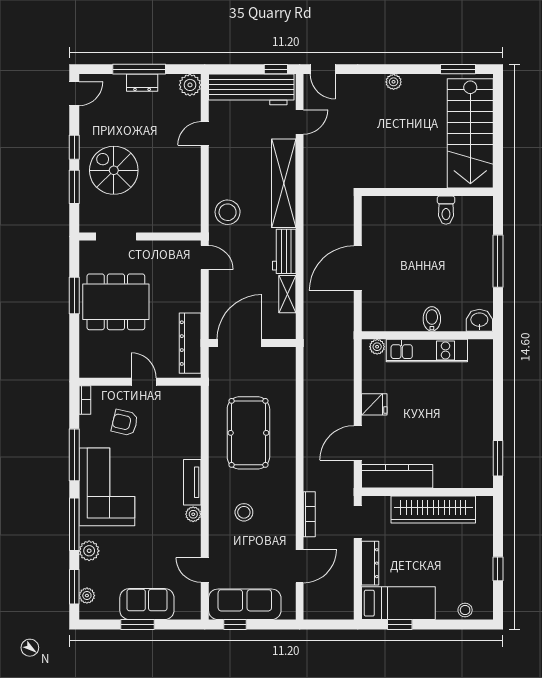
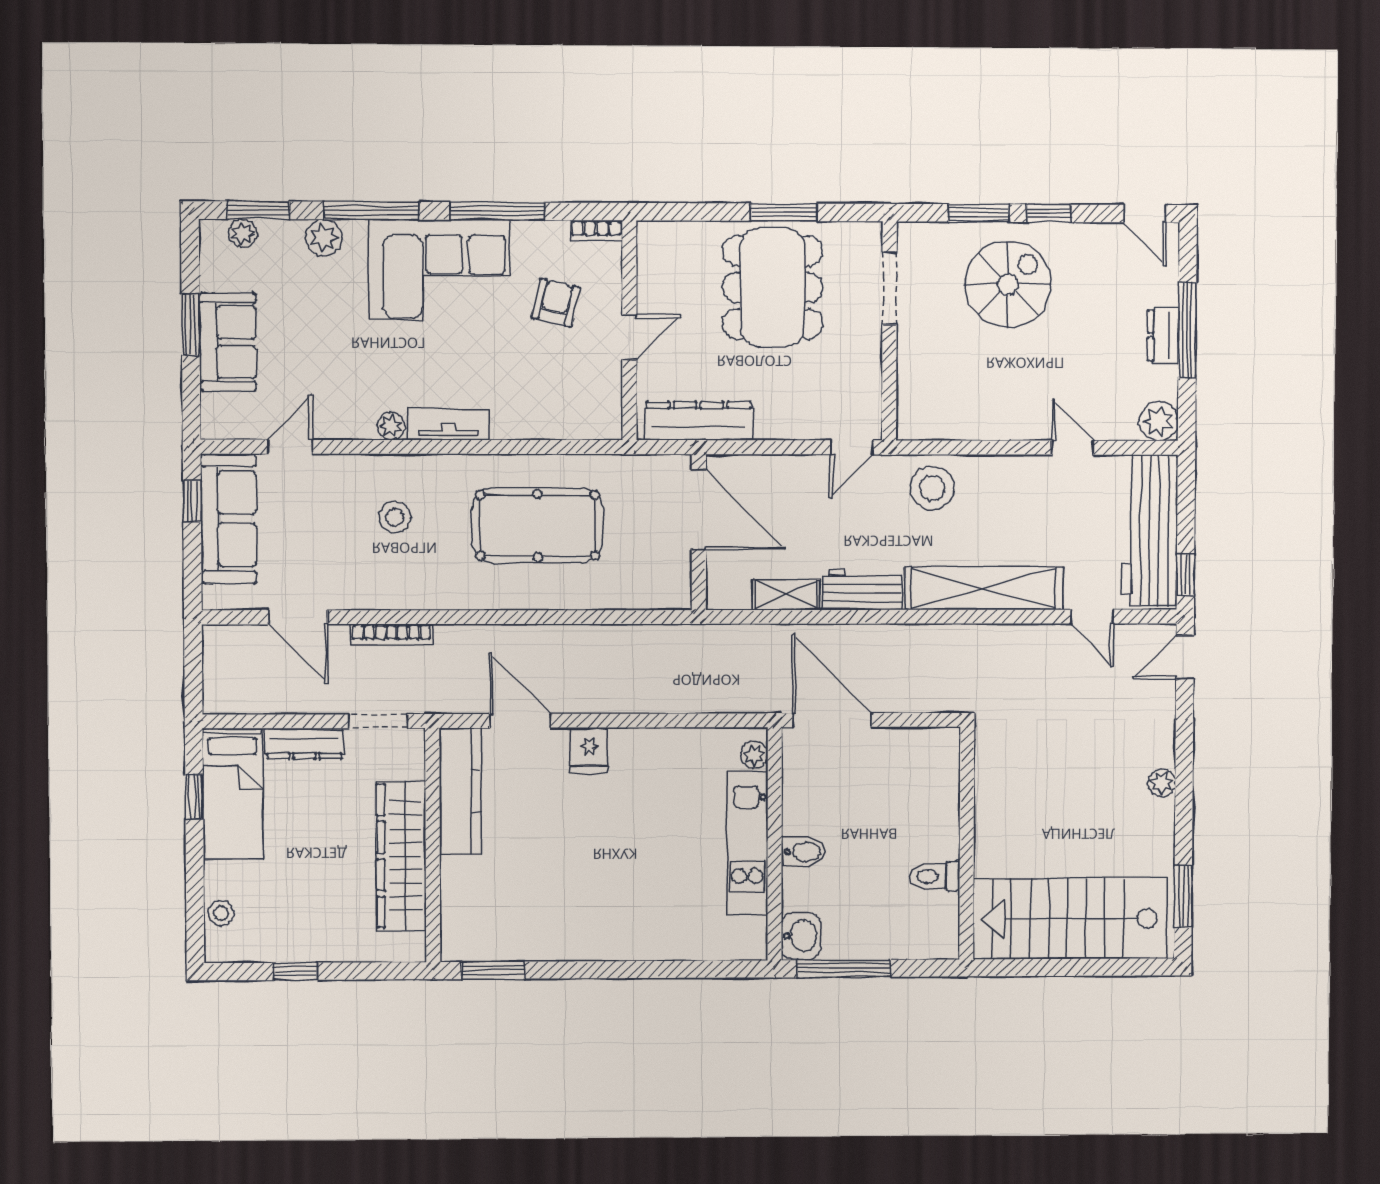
bidet: (432, 319) -> (803, 852), moved
washbasin: (479, 320) -> (801, 936), moved
wall: (427, 335) -> (775, 844), moved
plant: (377, 347) -> (754, 755), moved
kitchen unit: (427, 351) -> (747, 843), moved

